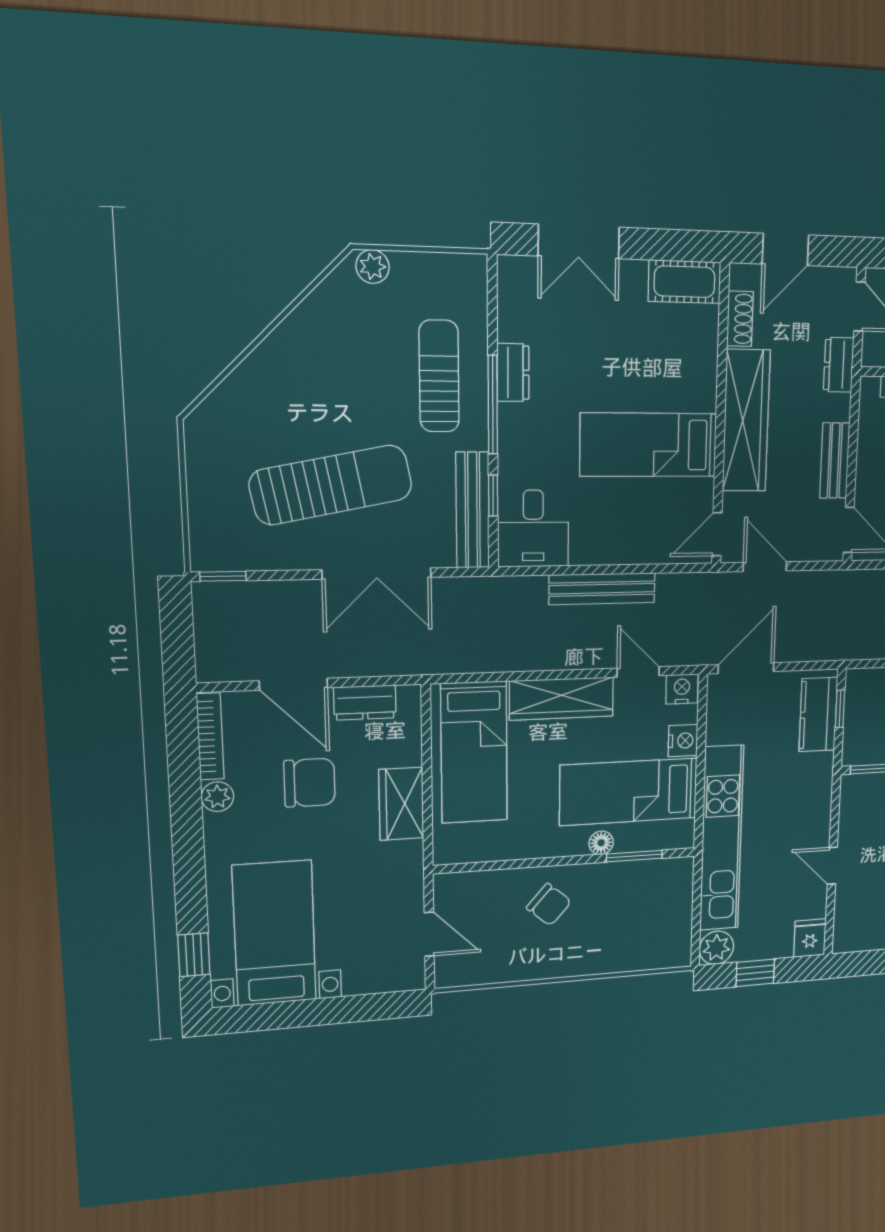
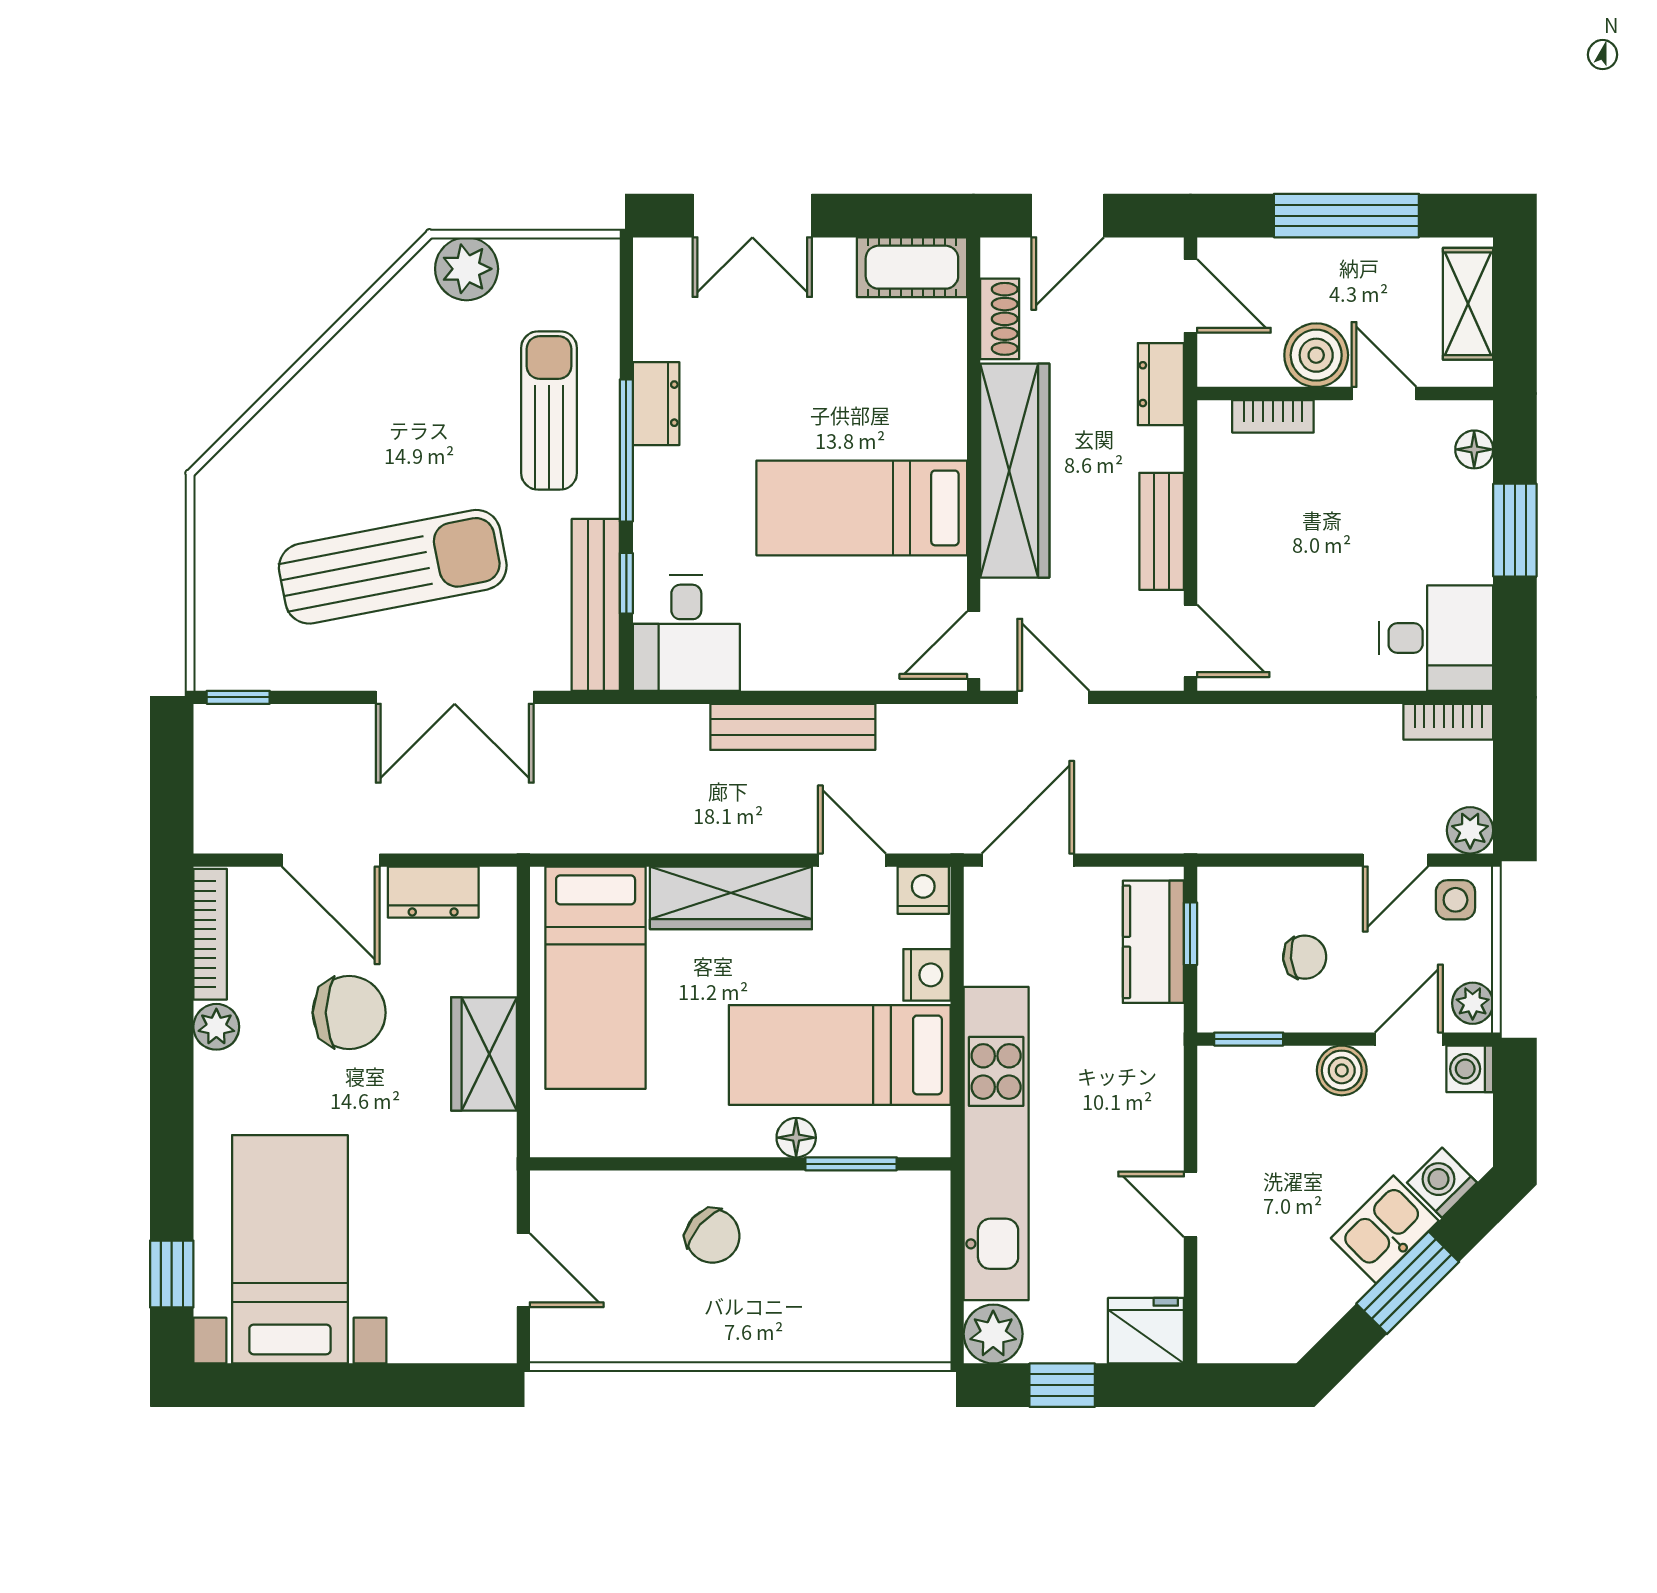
plant: (373, 267) -> (467, 269), width x1.38, depth x1.38
fridge: (810, 938) -> (1146, 1331), width x1.38

